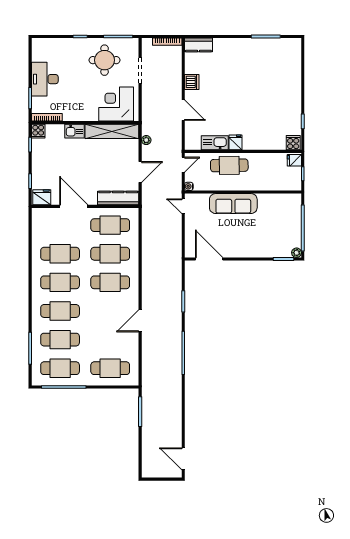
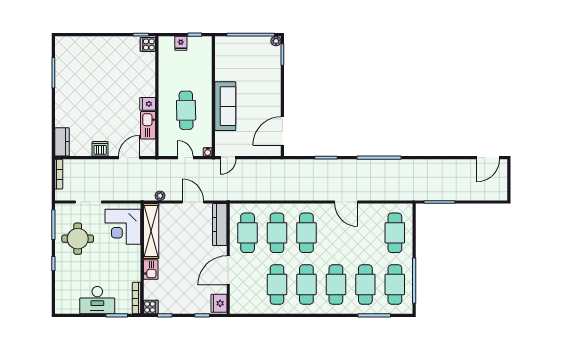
fridge: (235, 142) -> (148, 104), moved
kitchen sink: (215, 143) -> (148, 125), moved
cooker: (293, 143) -> (148, 44), moved
wall: (243, 151) -> (157, 96), moved

